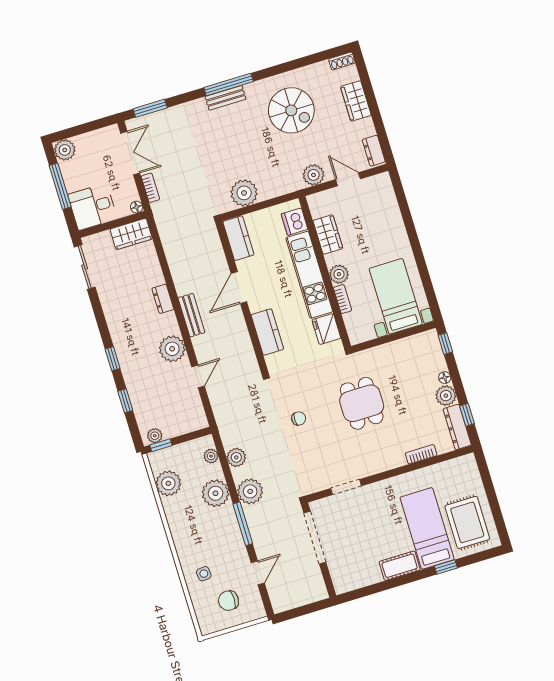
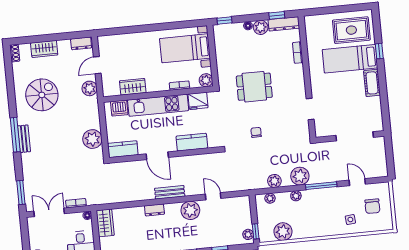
plant: (339, 274) -> (206, 80), moved
plant: (215, 493) -> (296, 196), width x0.53, depth x0.53
doorway: (315, 538) -> (355, 136), moved

